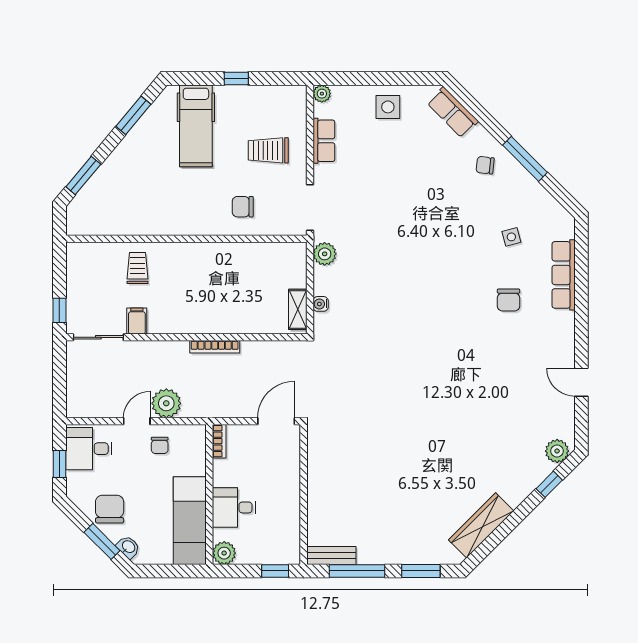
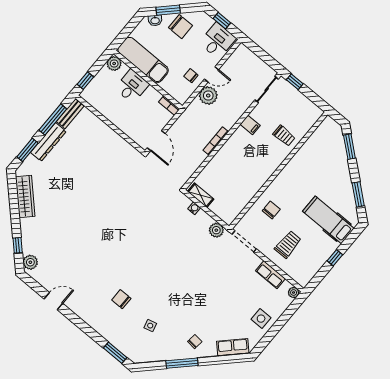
window: (581, 252) -> (115, 353), added
row of seats: (564, 275) -> (111, 335), removed
filing cabinet: (137, 321) -> (250, 125), moved
door: (137, 421) -> (212, 74), hinge flipped
dresser: (389, 553) -> (48, 142), added

